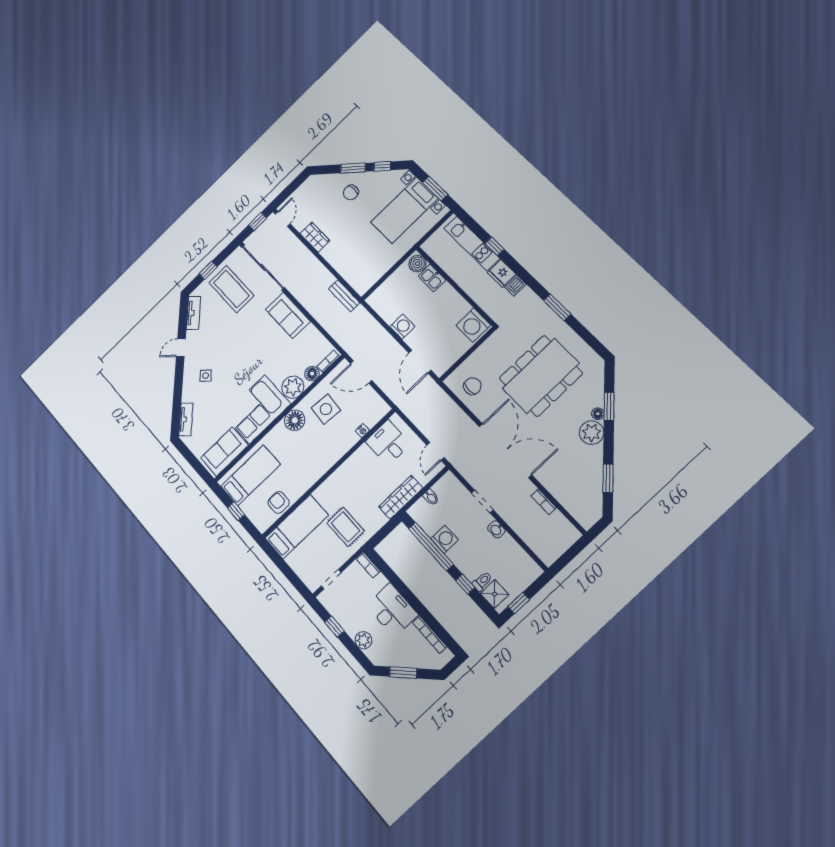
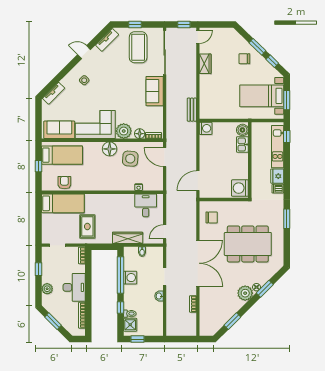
window: (495, 246) -> (287, 136), moved
washing machine: (402, 327) -> (206, 128), moved

